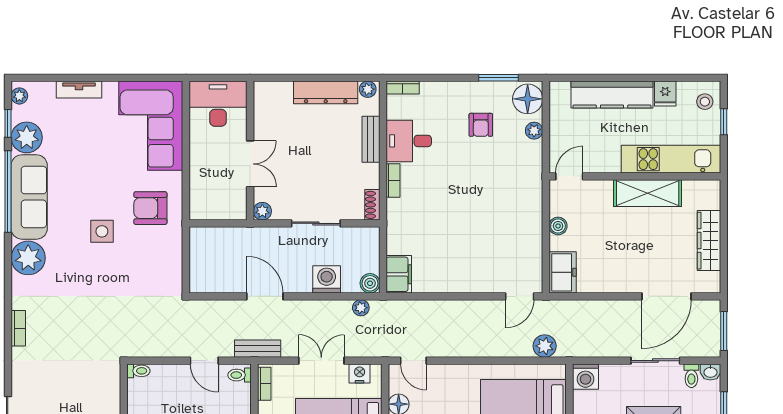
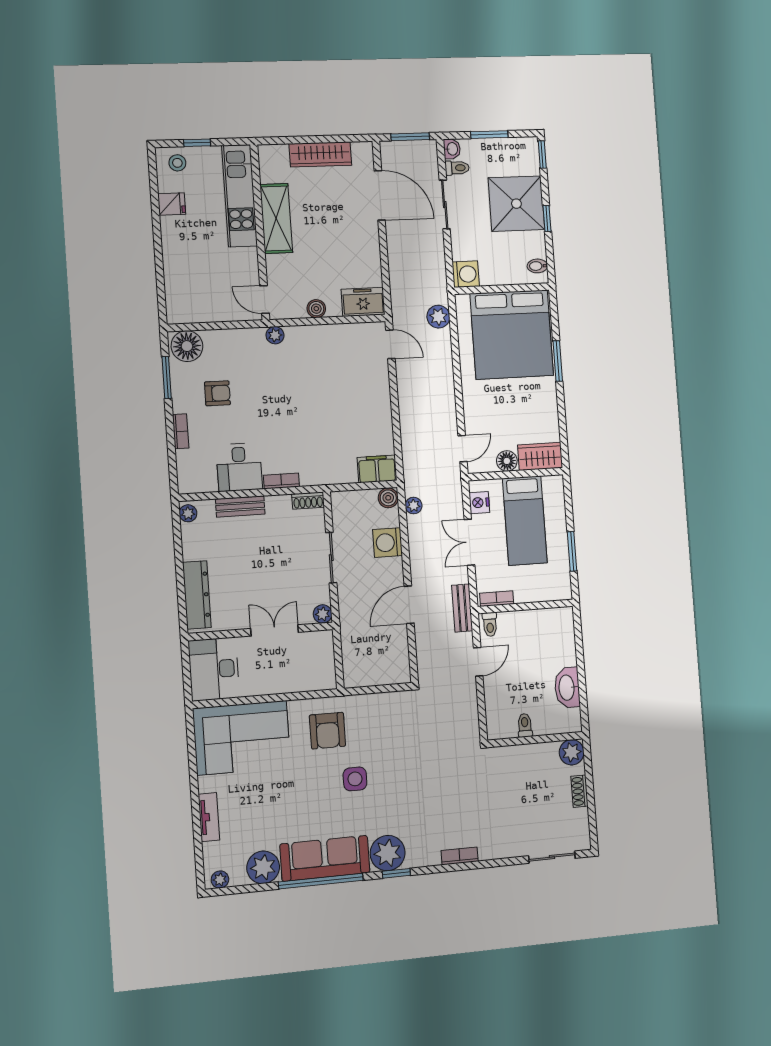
bookcase: (403, 88) -> (181, 431), moved
dresser: (326, 92) -> (197, 595), moved
kitchen counter: (612, 95) -> (176, 259), removed
window: (8, 123) -> (396, 873), moved
plant: (534, 131) -> (275, 335), moved
toilet: (138, 371) -> (525, 725), moved

